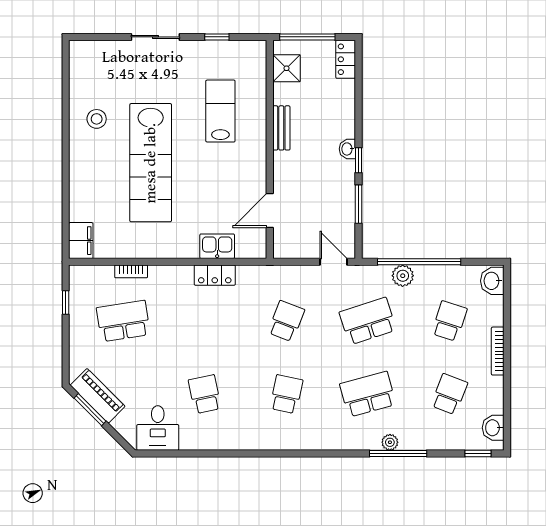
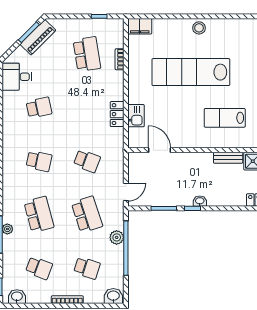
lab bench: (220, 111) -> (225, 118), turned 180
stool: (97, 119) -> (199, 28), moved
bench: (281, 128) -> (228, 158), moved

